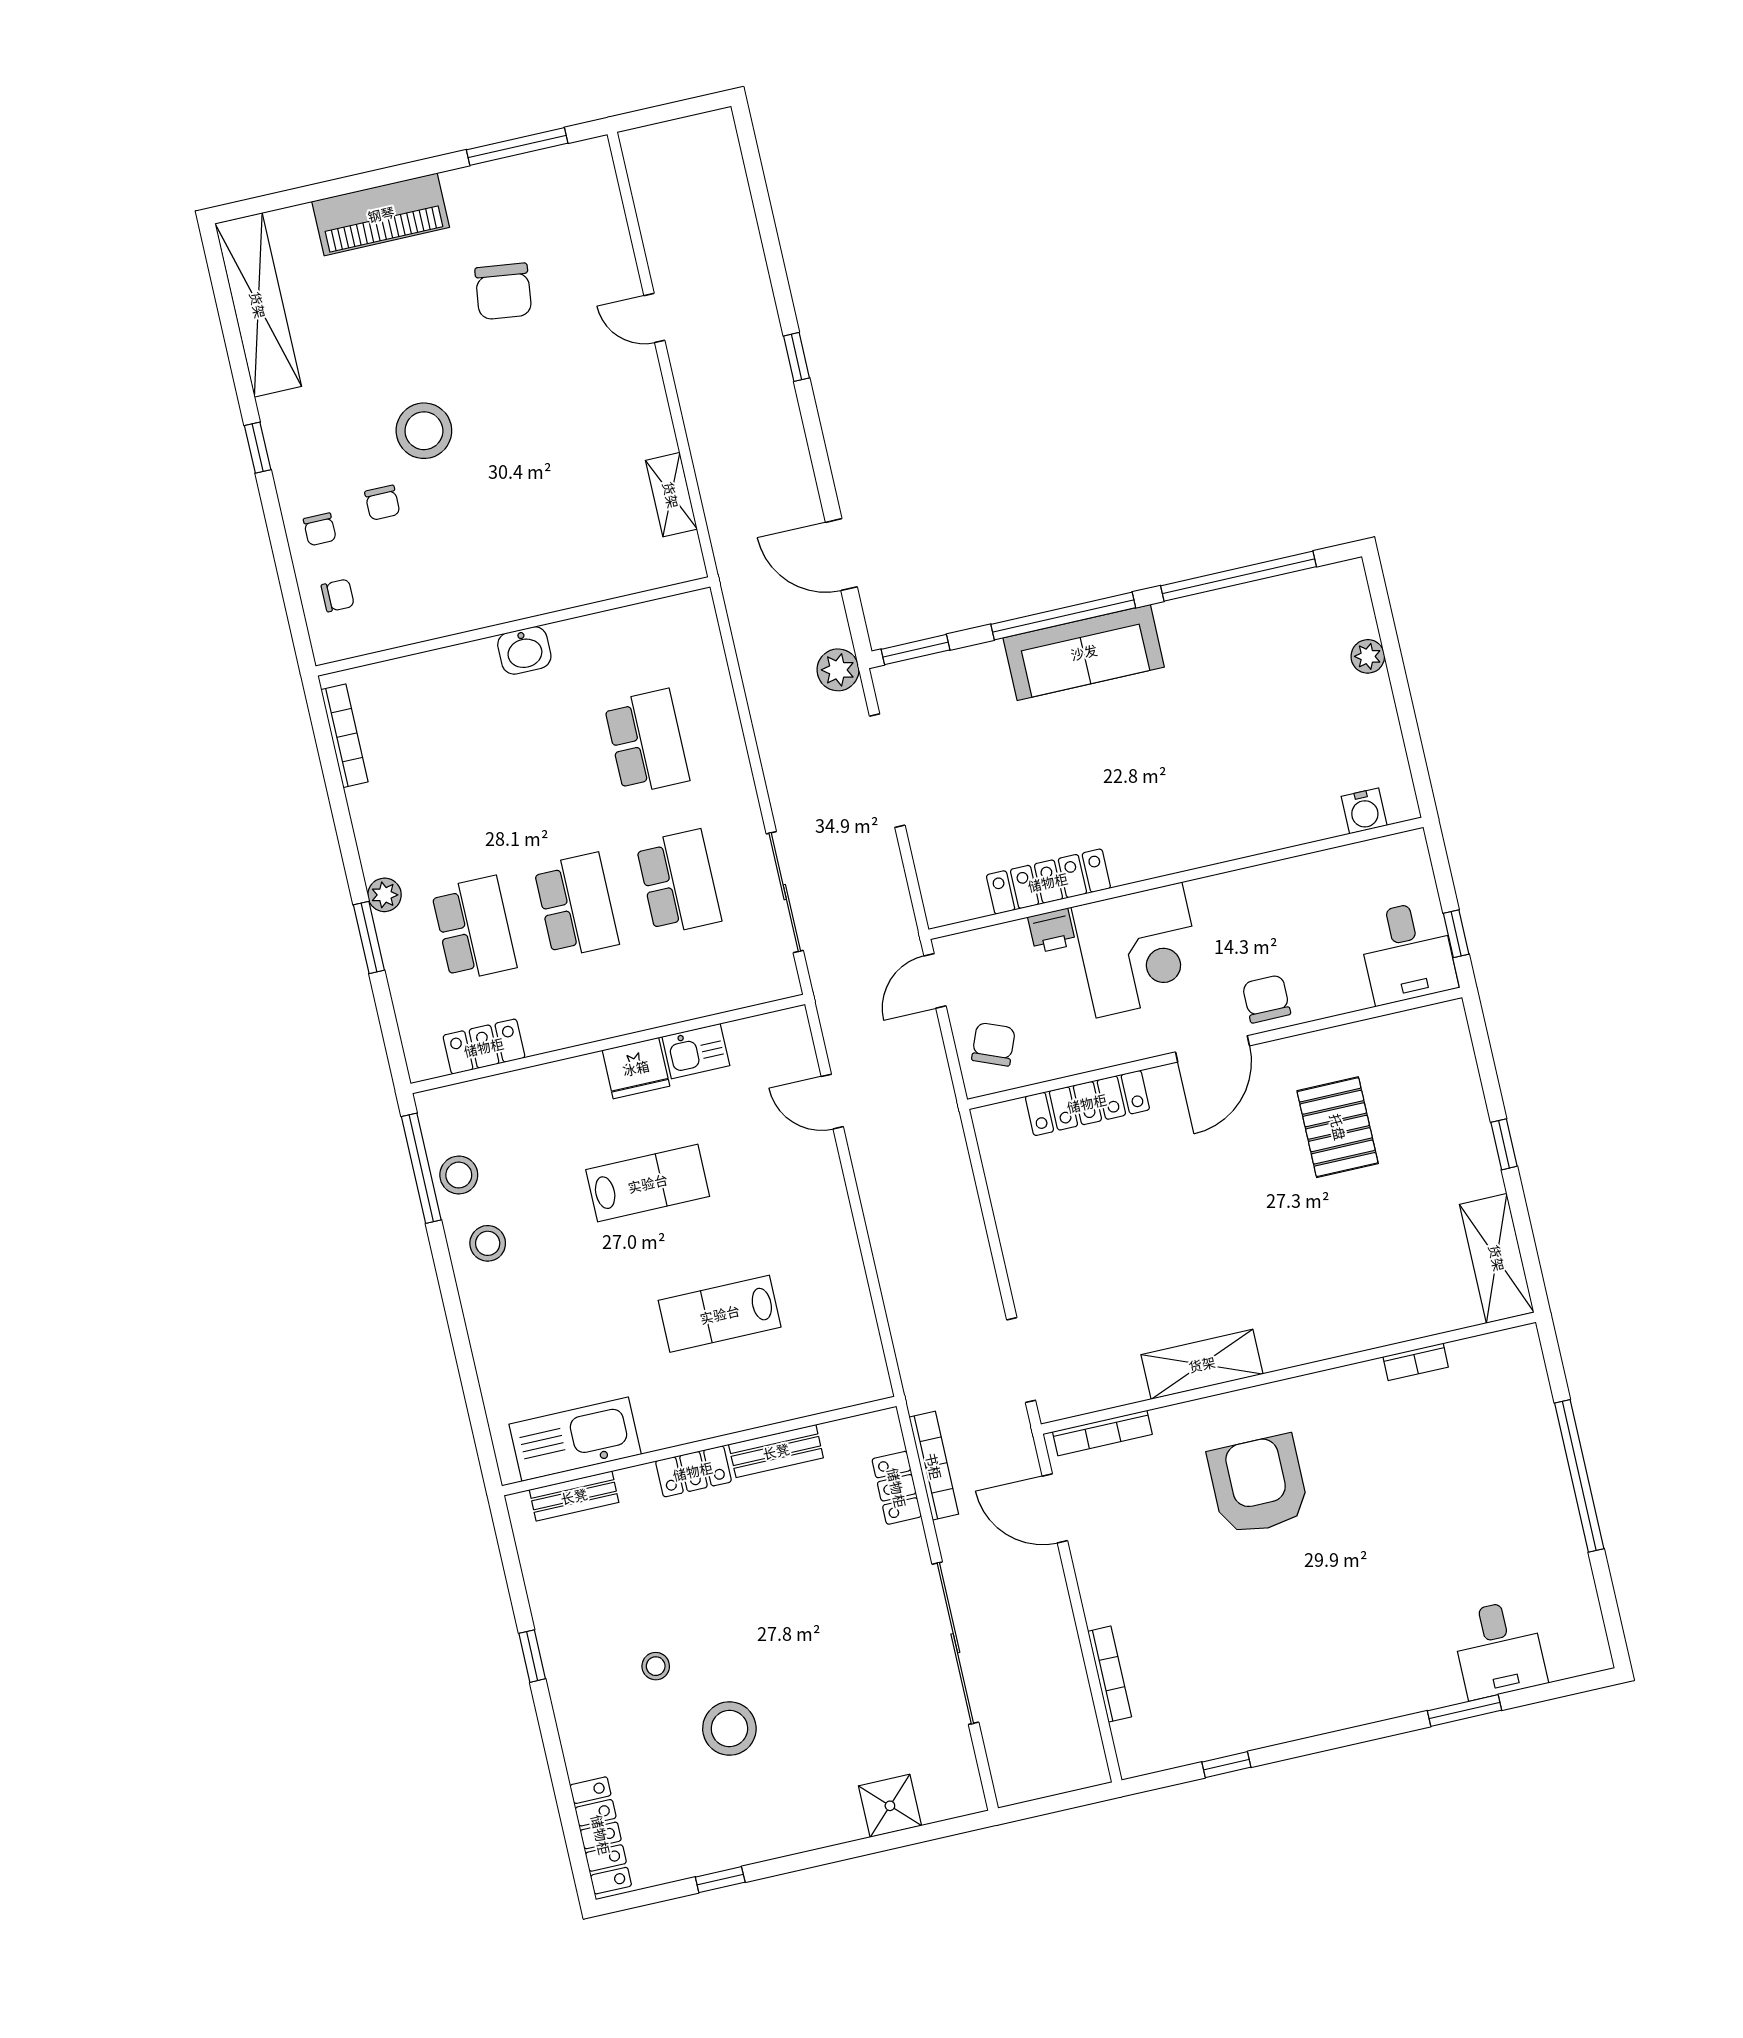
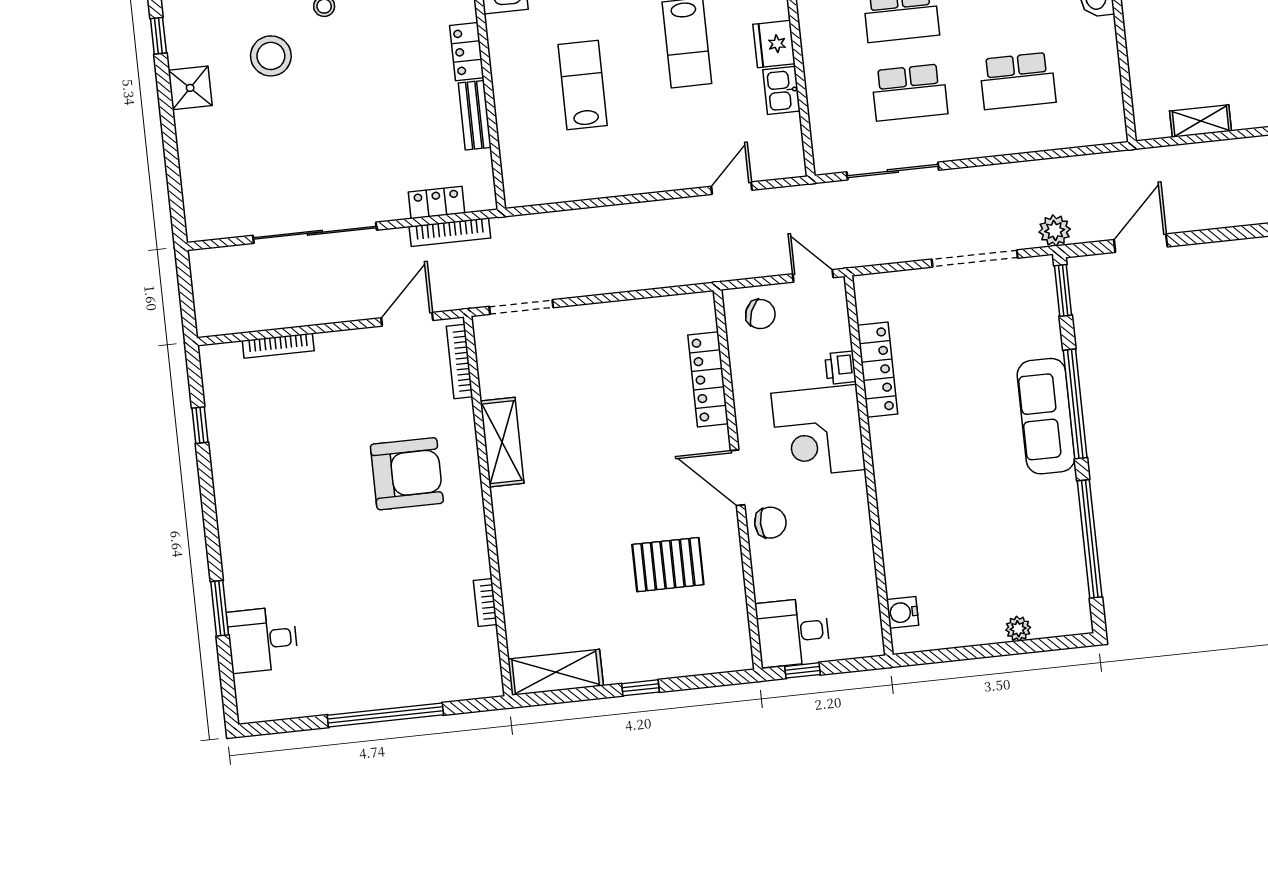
shower: (890, 1806) -> (190, 88), moved

